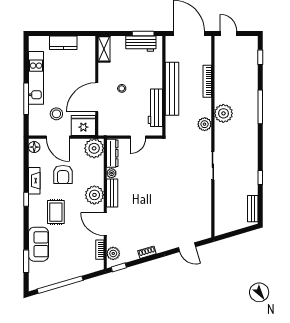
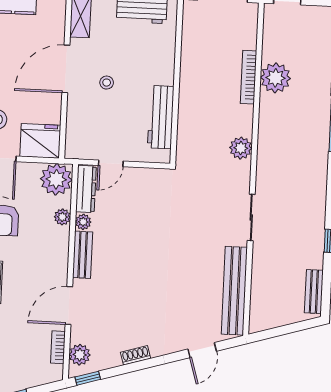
bench: (172, 89) -> (234, 291), moved
door: (97, 97) -> (66, 69), moved
plant: (223, 113) -> (275, 78), moved
door: (138, 137) -> (111, 163), moved
plant: (94, 195) -> (62, 217), moved, width x0.53, depth x0.53
door: (105, 224) -> (69, 305), hinge flipped
door: (187, 247) -> (202, 350), hinge flipped

